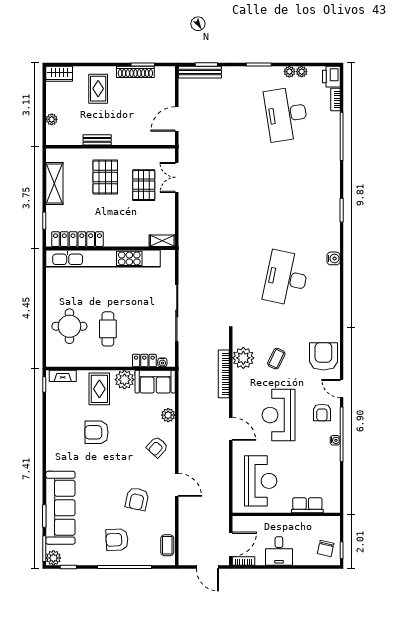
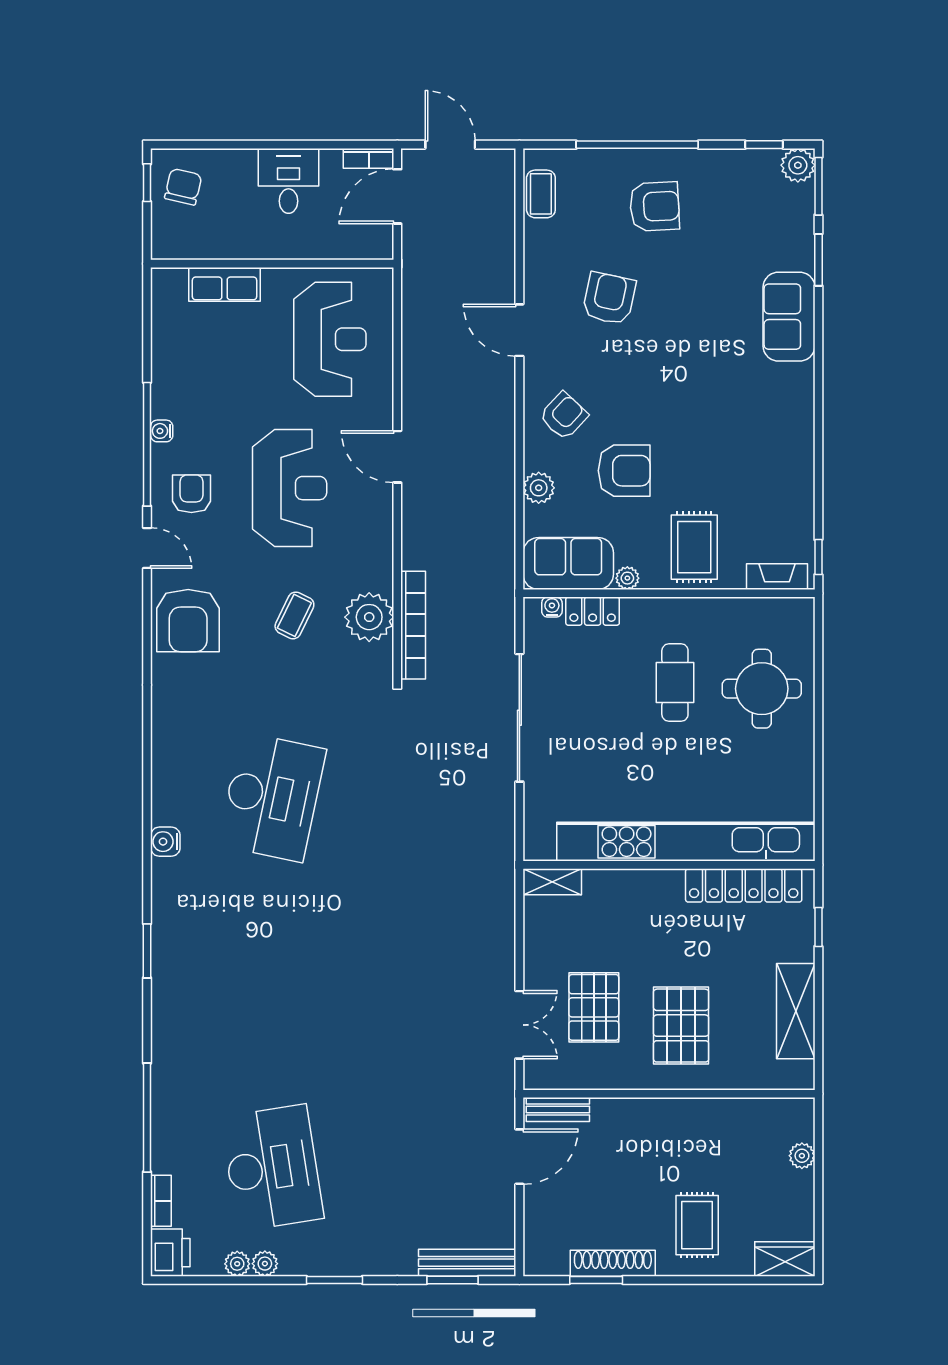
bench: (97, 140) -> (558, 1109), moved
bookcase: (224, 374) -> (413, 625), moved
plant: (124, 380) -> (627, 578), width x0.53, depth x0.53
armchair: (97, 432) -> (624, 471), moved
reception desk: (261, 481) -> (330, 339), turned 180
sofa: (60, 508) -> (789, 317), width x0.54, depth x0.79

